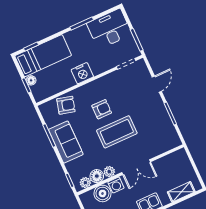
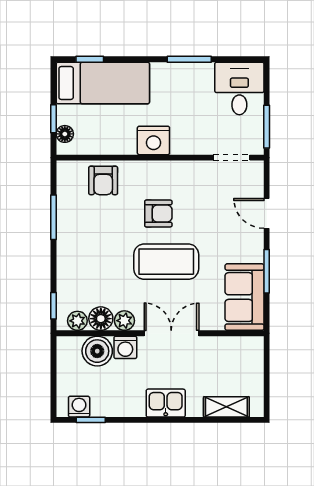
desk: (109, 29) -> (239, 88), width x0.73
floor lamp: (31, 80) -> (65, 134), moved
door: (157, 84) -> (267, 213), swing flipped
armchair: (66, 105) -> (103, 180), turned 75
sofa: (66, 142) -> (245, 297), moved, turned 180
double door: (136, 167) -> (171, 333), swing flipped

